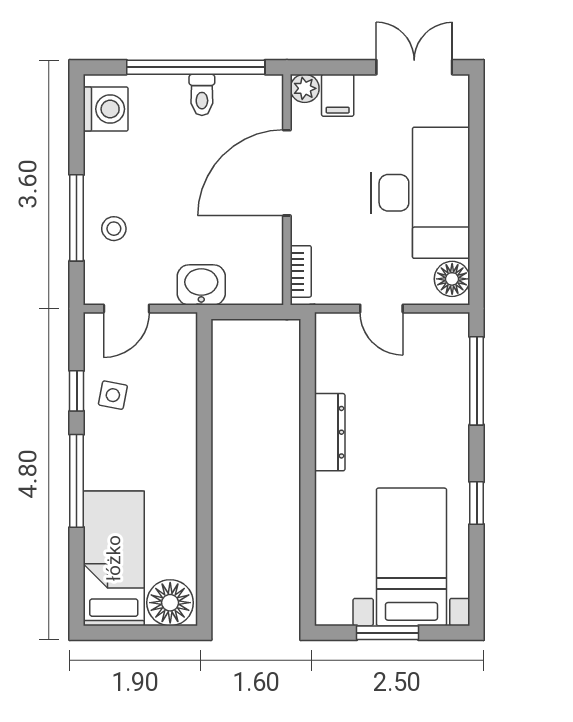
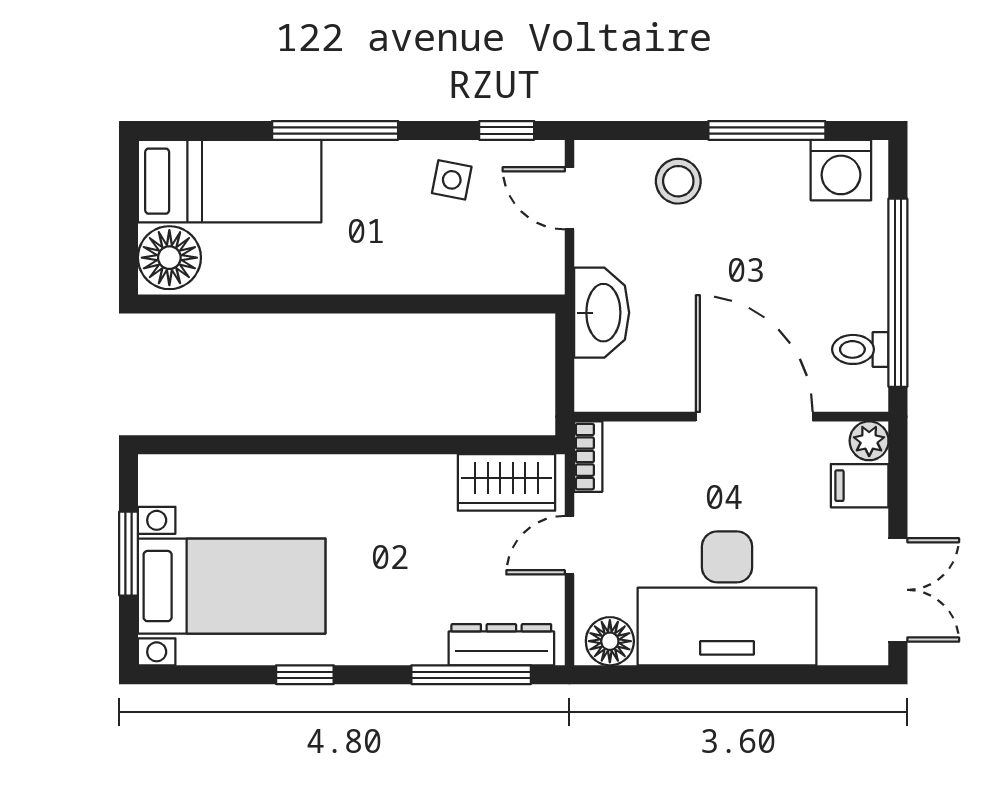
toilet: (202, 95) -> (860, 349), moved
window: (77, 218) -> (767, 130), moved
stool: (114, 229) -> (678, 181), width x1.37, depth x1.37
bookcase: (301, 271) -> (588, 457), moved, turned -90
washbasin: (201, 285) -> (602, 313), width x1.38
wardrobe: (335, 355) -> (506, 482), added
window: (77, 391) -> (507, 130), moved
dresser: (330, 432) -> (501, 645), moved, turned 180

